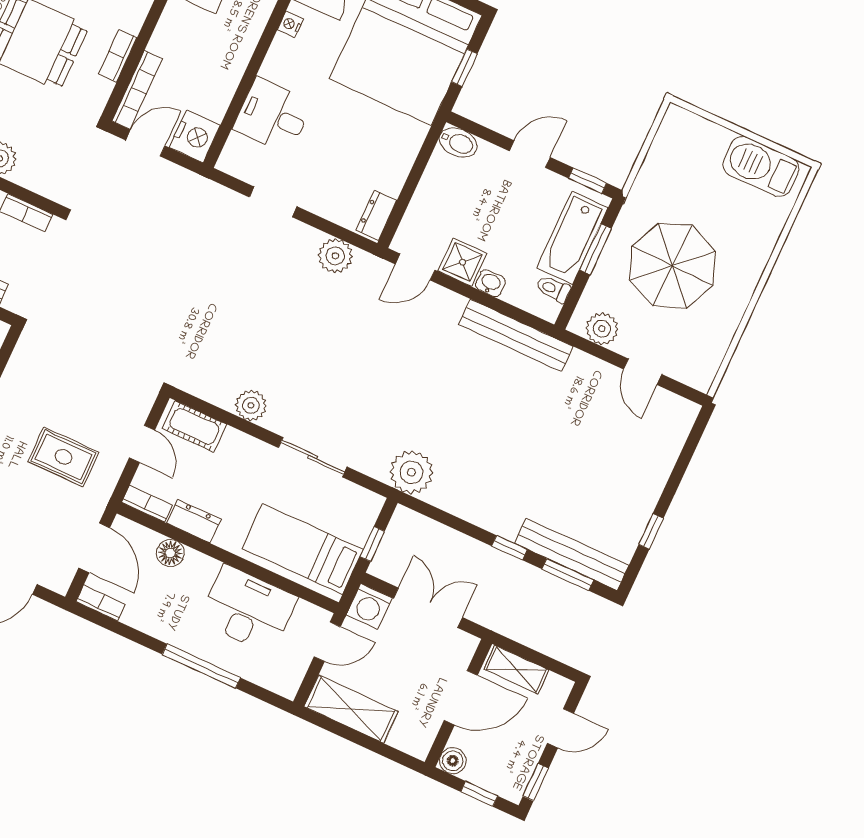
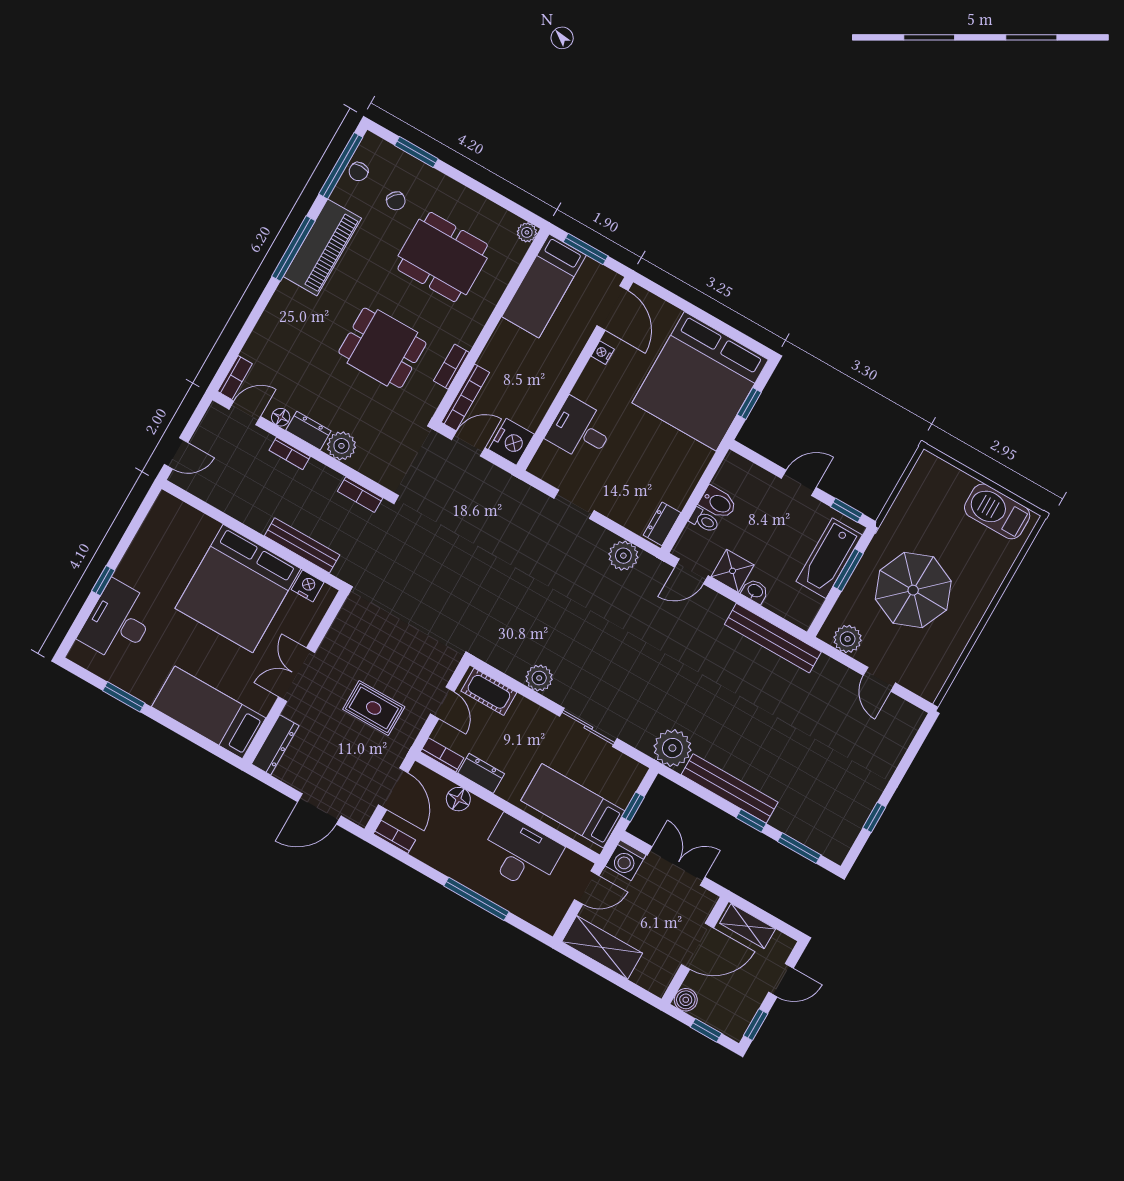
bidet: (458, 143) -> (718, 503), moved
toilet: (553, 289) -> (704, 520), moved, turned 180
bench: (572, 554) -> (730, 788), moved

